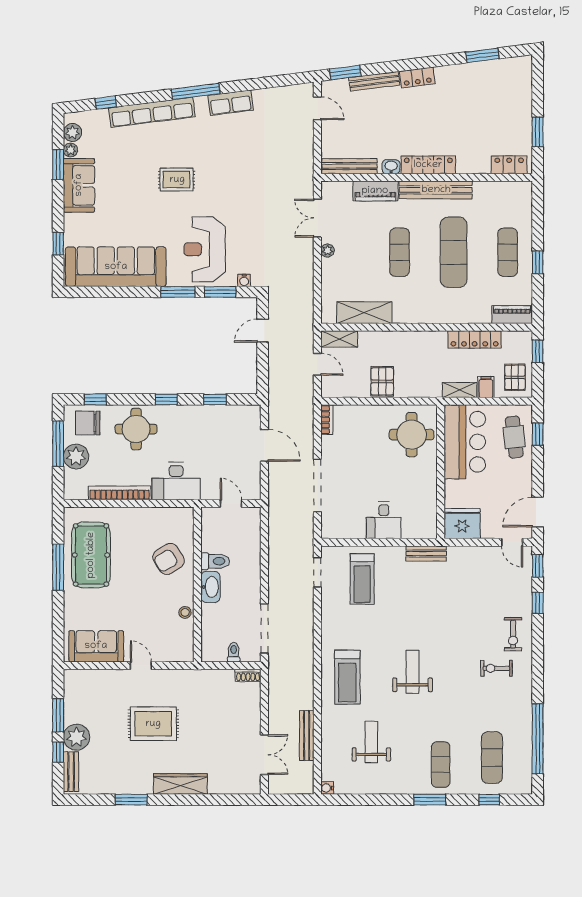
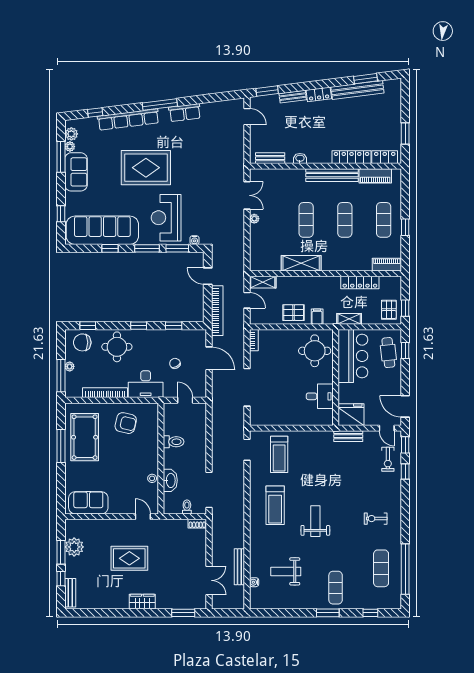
bench: (471, 71) -> (357, 90), added
bench: (374, 81) -> (293, 97), width x0.73
window: (58, 165) -> (61, 157), width x1.44
locker: (428, 165) -> (352, 157), moved
bench: (349, 166) -> (270, 158), width x0.73
rug: (177, 180) -> (146, 168), width x1.86, depth x2.06
piano: (375, 191) -> (375, 176), moved
double door: (317, 218) -> (247, 195), swing flipped
exercise mat: (454, 252) -> (345, 220), width x0.73, depth x0.69
window: (126, 292) -> (110, 248), added
shelving: (364, 313) -> (301, 263), moved
door: (263, 331) -> (208, 276), hinge flipped
window: (538, 351) -> (405, 308), moved
bookcase: (276, 379) -> (217, 311), added
pallet: (382, 381) -> (294, 313), turned 90
filing cabinet: (486, 387) -> (317, 317), moved
window: (58, 444) -> (61, 376), moved
chair: (217, 452) -> (175, 363), added
plant: (76, 456) -> (70, 366), width x0.53, depth x0.53
door: (538, 512) -> (405, 406), hinge flipped
desk: (384, 520) -> (320, 396), moved, turned -90
bench: (426, 553) -> (348, 436), moved
armchair: (169, 559) -> (126, 423), moved, turned -135
washbasin: (210, 587) -> (170, 480), moved
exercise bike: (513, 634) -> (388, 459), moved
door: (141, 666) -> (143, 517), moved
treadmill: (347, 677) -> (275, 505), moved
plant: (76, 737) -> (74, 547), moved
weight bench: (371, 742) -> (286, 571), turned -90
exercise mat: (492, 758) -> (381, 568), moved
wardrobe: (180, 784) -> (142, 602), width x0.67
water cooler: (327, 788) -> (254, 582), moved
window: (131, 800) -> (183, 613), moved

